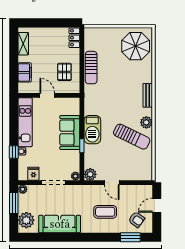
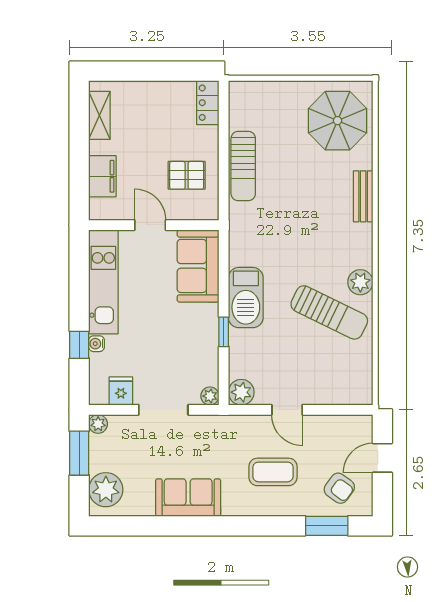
pallet: (64, 72) -> (187, 175), turned 90
bench: (148, 95) -> (363, 196), moved
sofa: (70, 133) -> (198, 266), moved
sofa: (60, 224) -> (188, 498), width x0.73

